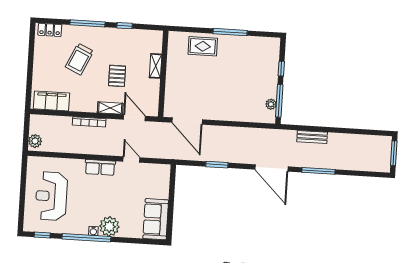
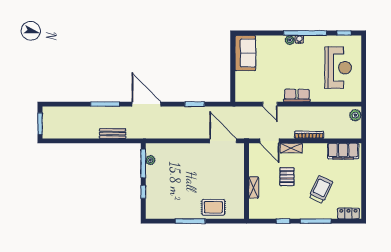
plant: (109, 226) -> (290, 40), width x0.53, depth x0.53

